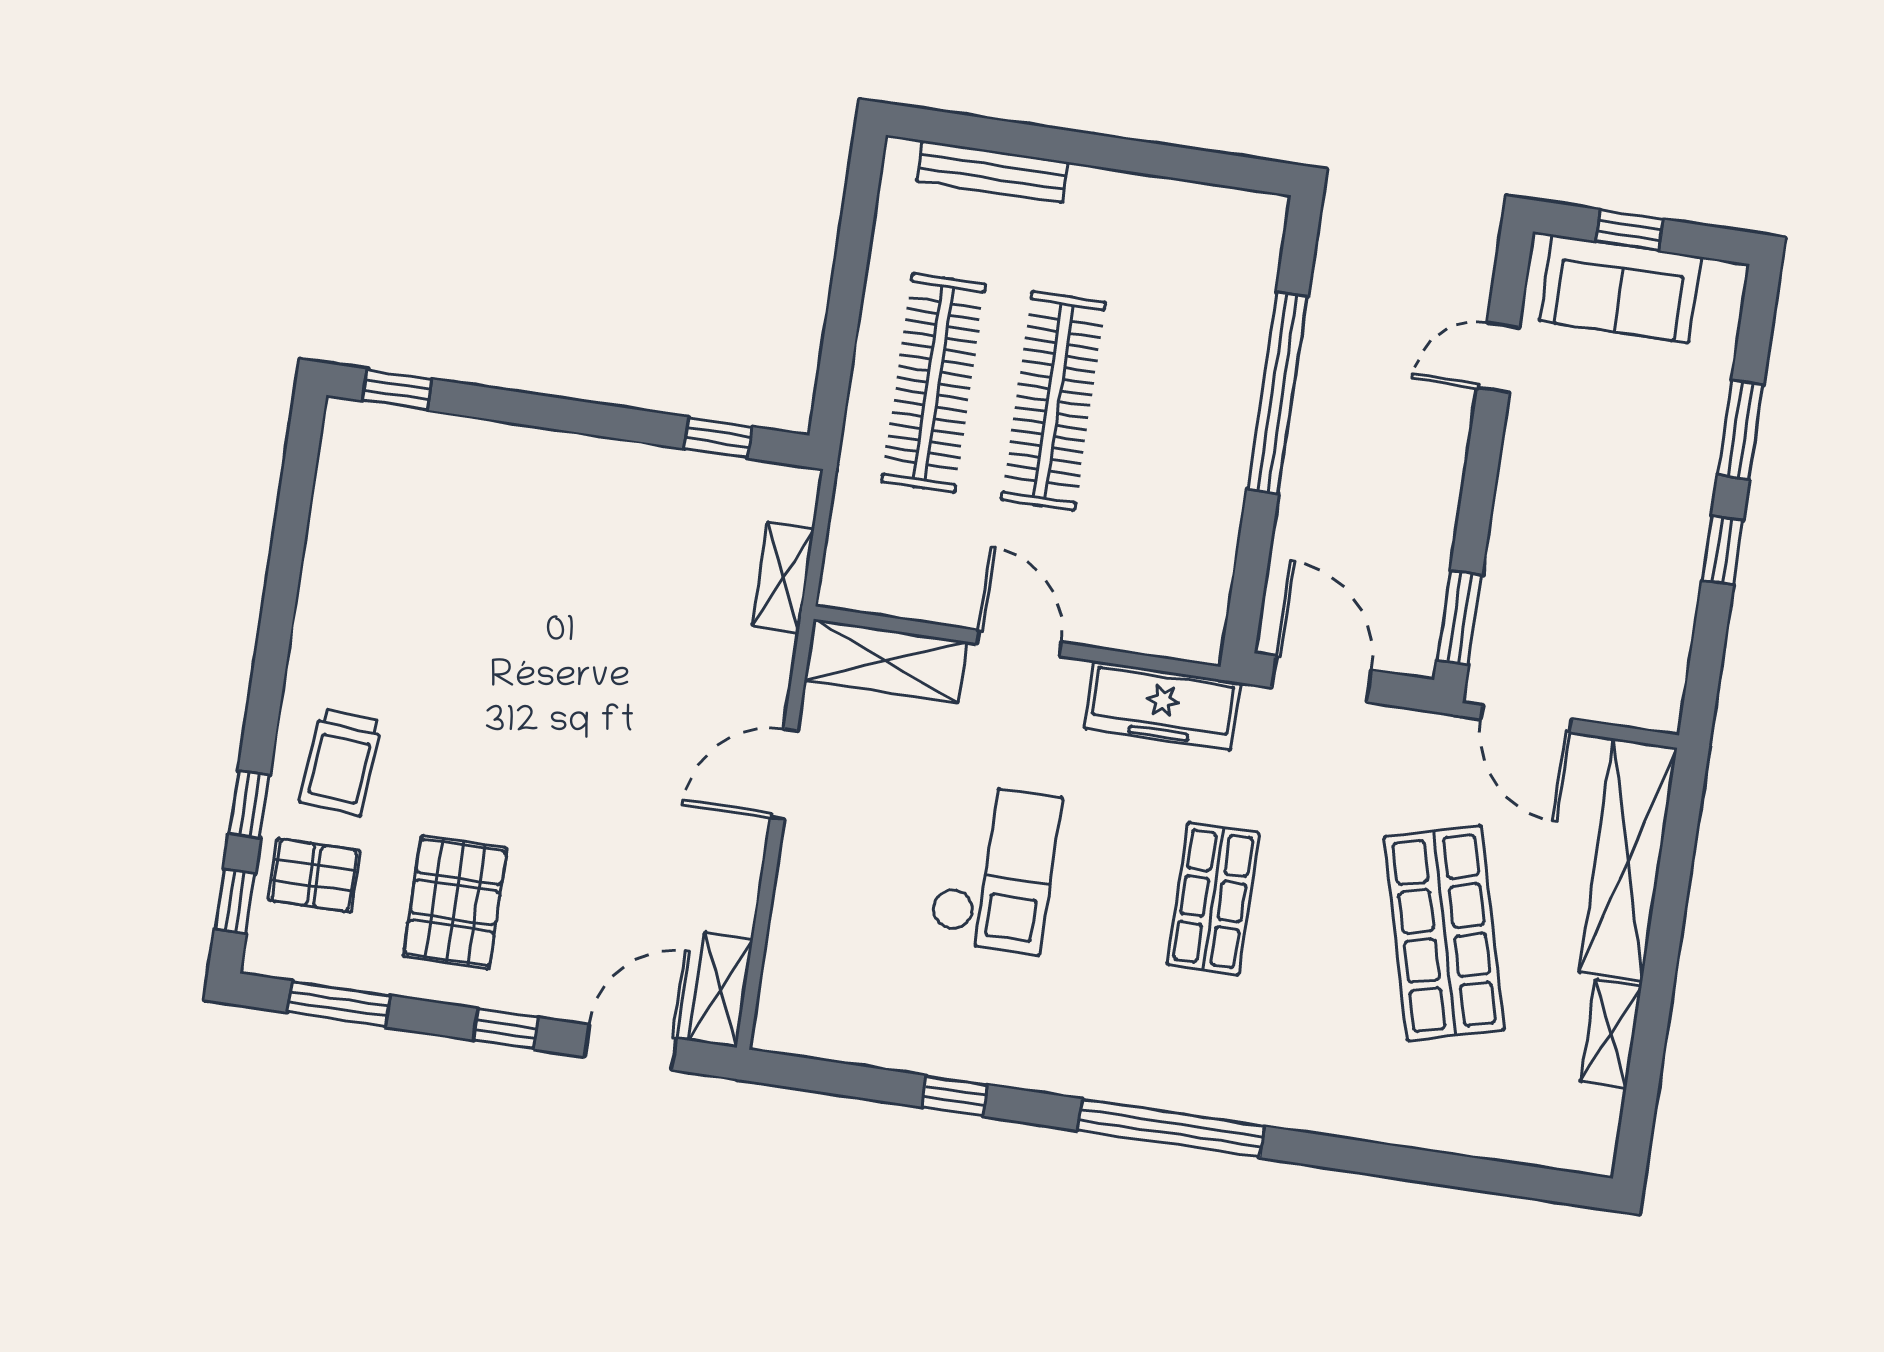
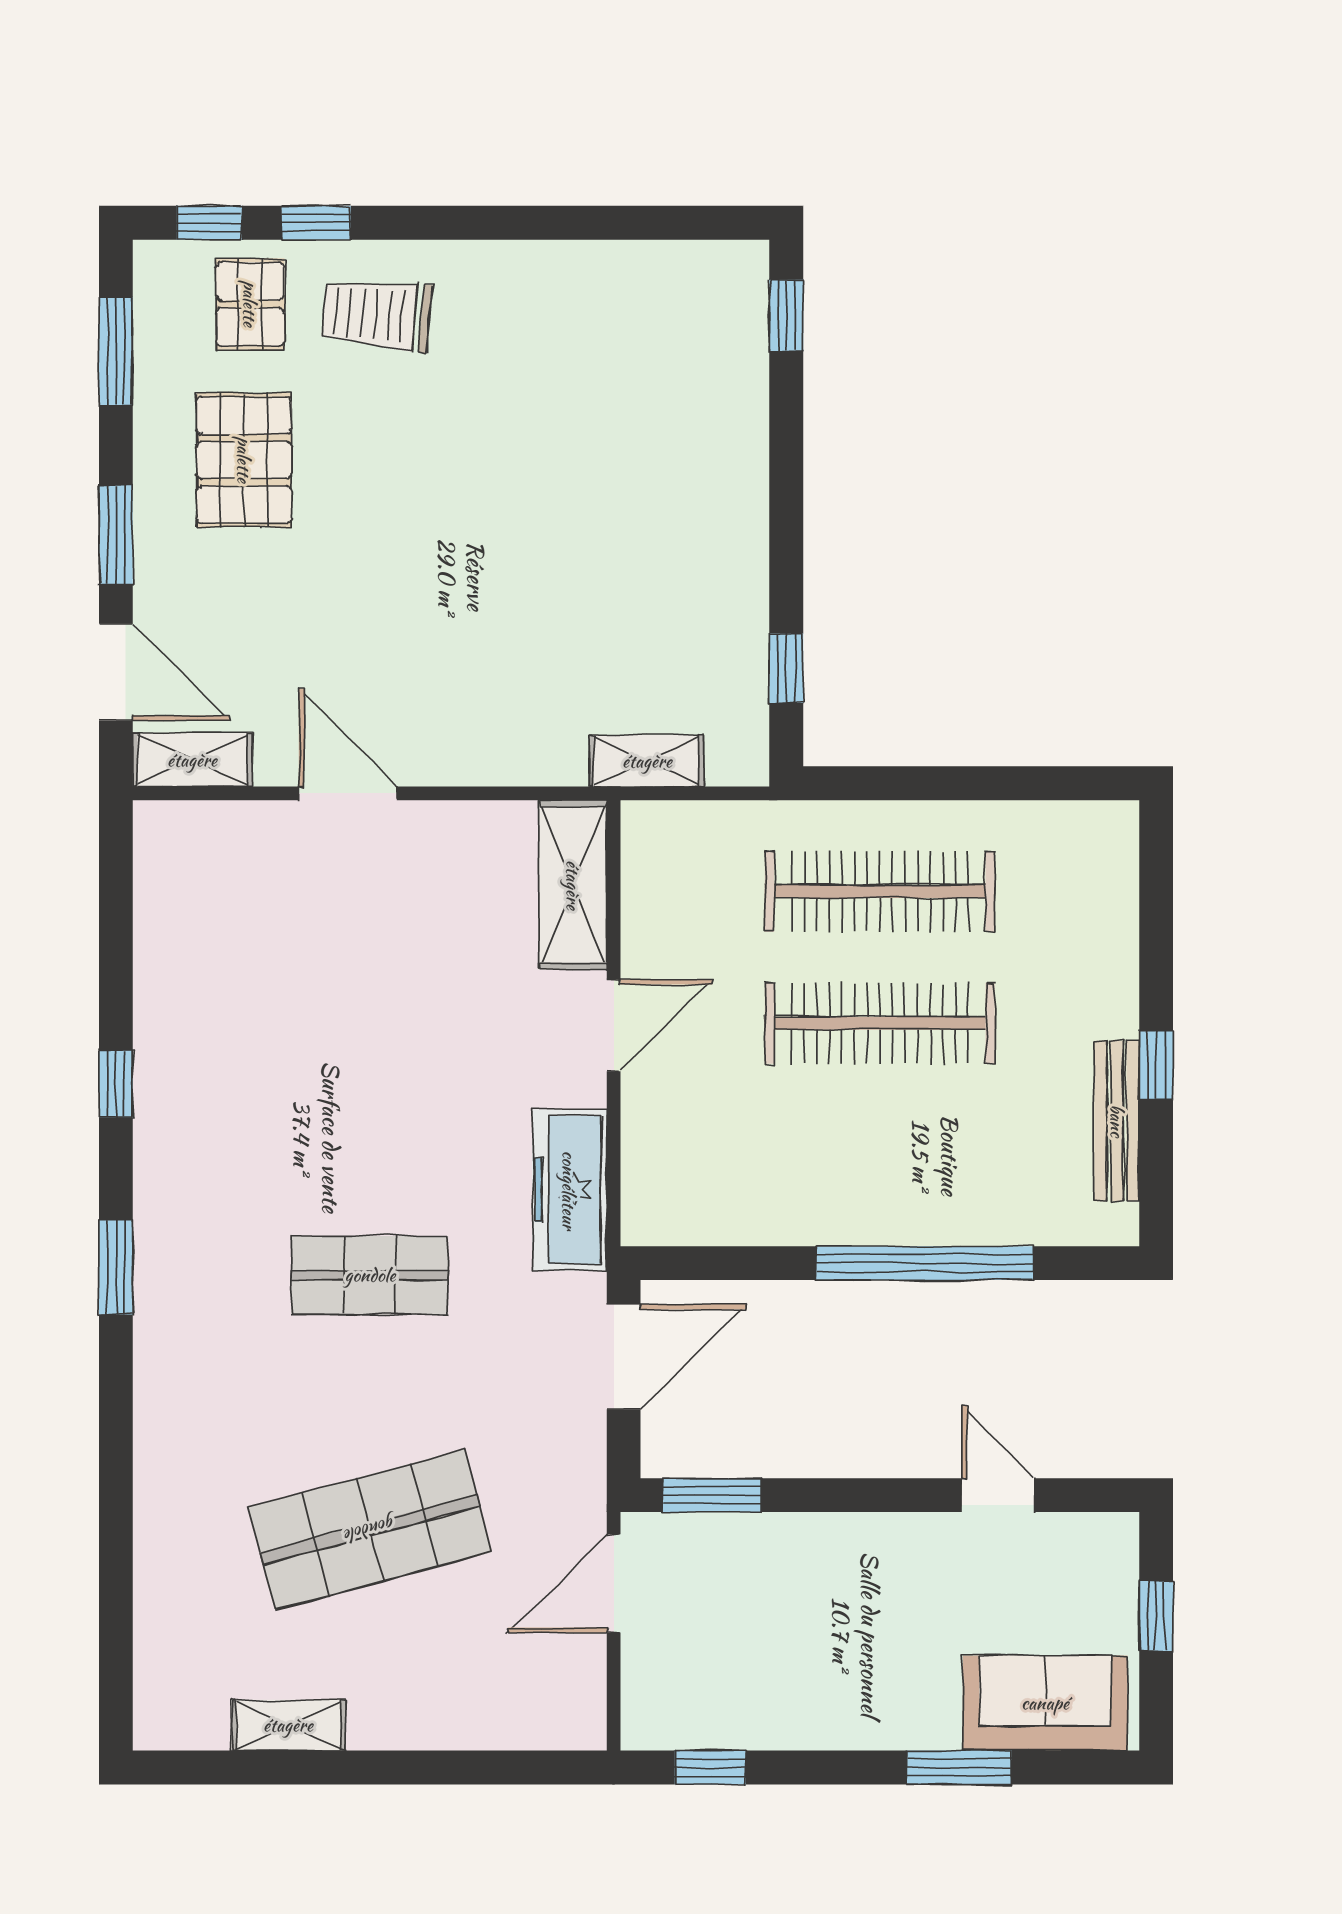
window: (1129, 155) -> (1156, 1065), added
bench: (992, 172) -> (1117, 1121), moved
sofa: (1620, 289) -> (1045, 1703), moved, turned 90
window: (1723, 550) -> (710, 1768), moved
door: (784, 774) -> (348, 793), moved
shelving: (1628, 860) -> (478, 1716), removed
checkout: (995, 869) -> (367, 1036), removed
pallet: (455, 902) -> (244, 460), turned 90
window: (506, 1029) -> (116, 535), width x1.50
window: (955, 1096) -> (116, 1084), moved
window: (1171, 1128) -> (116, 1267), width x0.47

